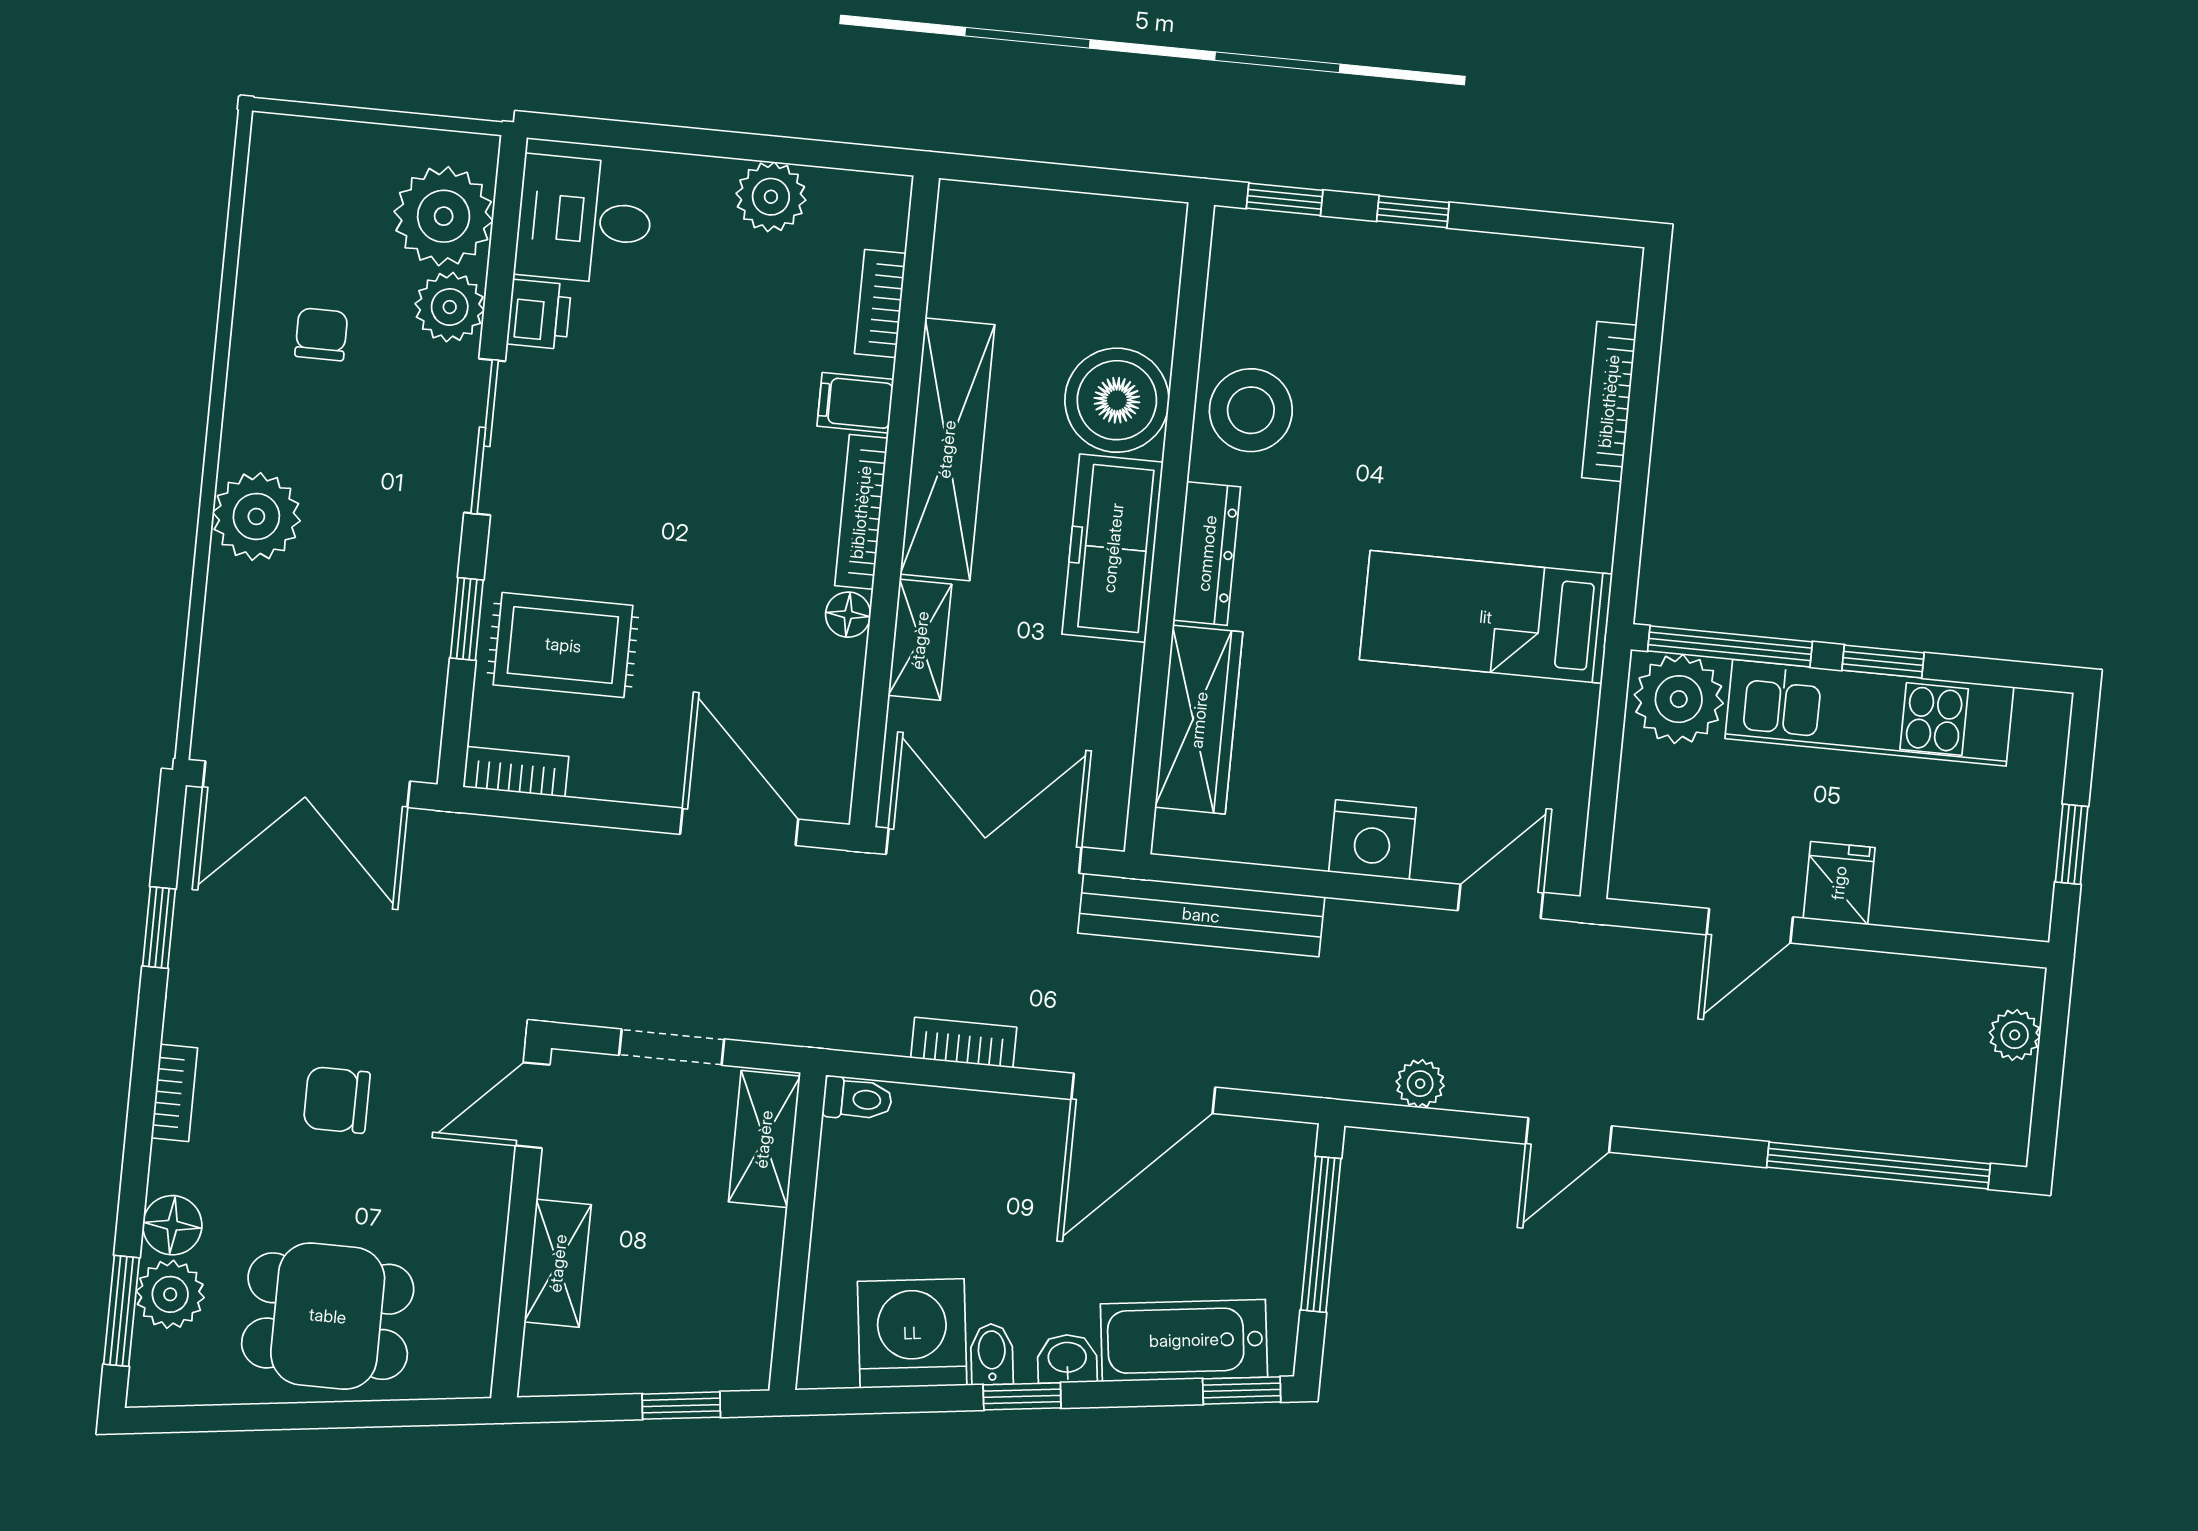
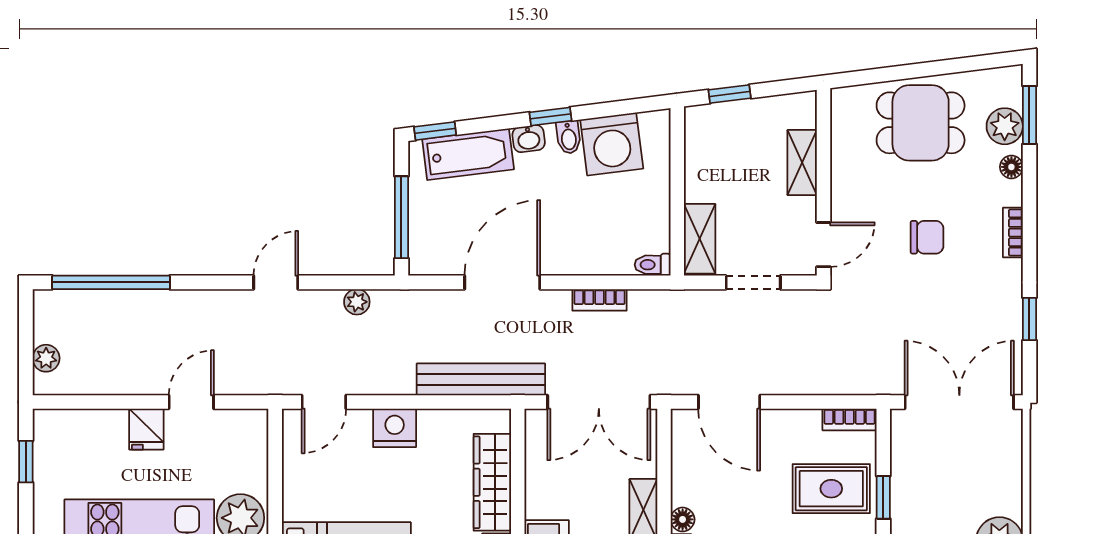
floor lamp: (172, 1225) -> (1011, 167), width x0.73, depth x0.73

